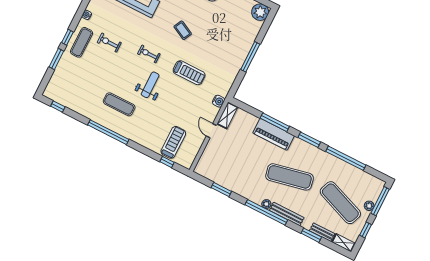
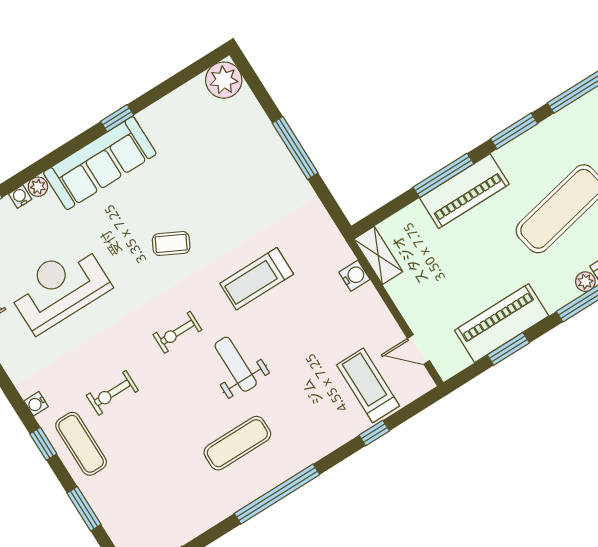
window: (67, 37) -> (43, 444), moved
treadmill: (189, 73) -> (257, 279), turned 180
water cooler: (218, 101) -> (354, 276), moved
door: (211, 131) -> (419, 350), moved
window: (167, 162) -> (374, 433), moved
piano: (230, 181) -> (502, 323), added

